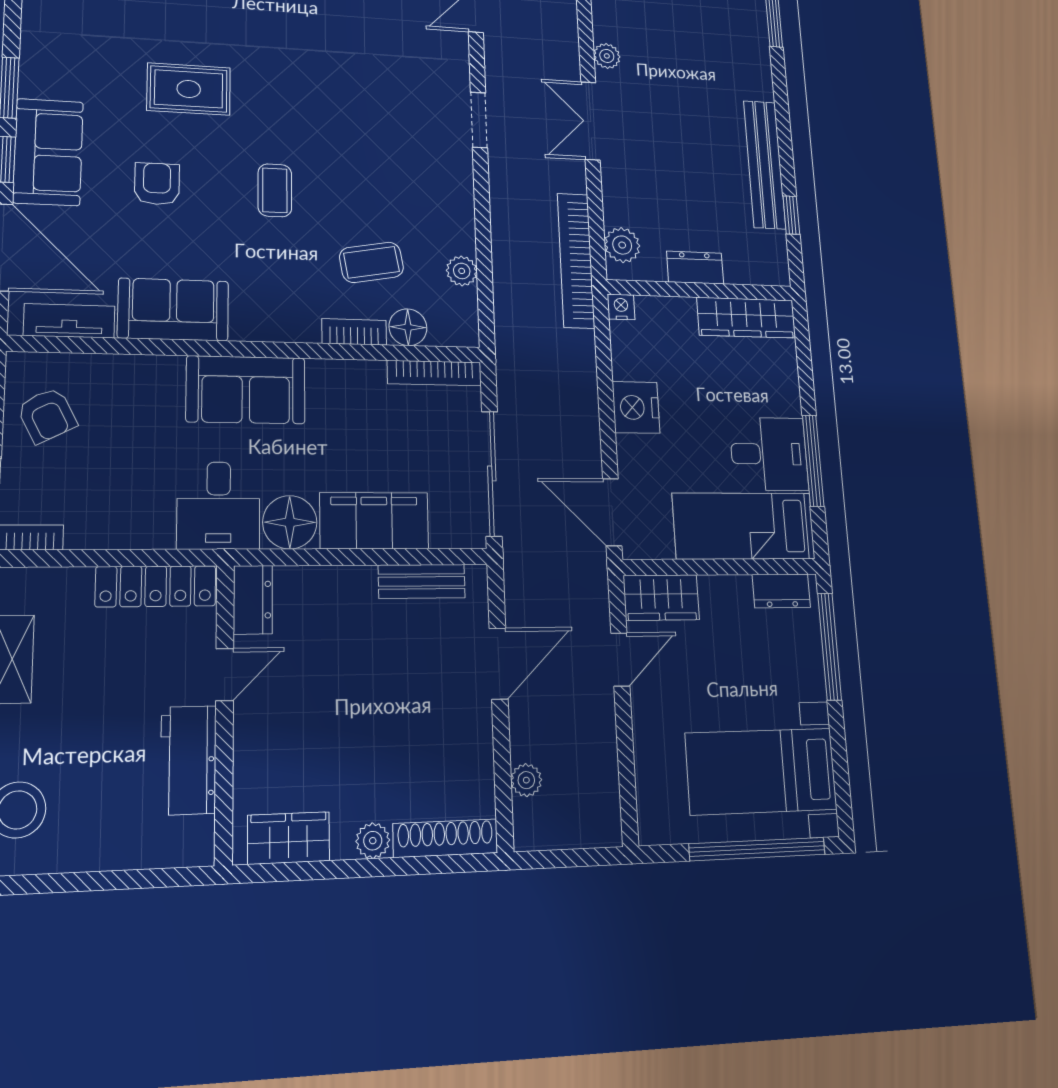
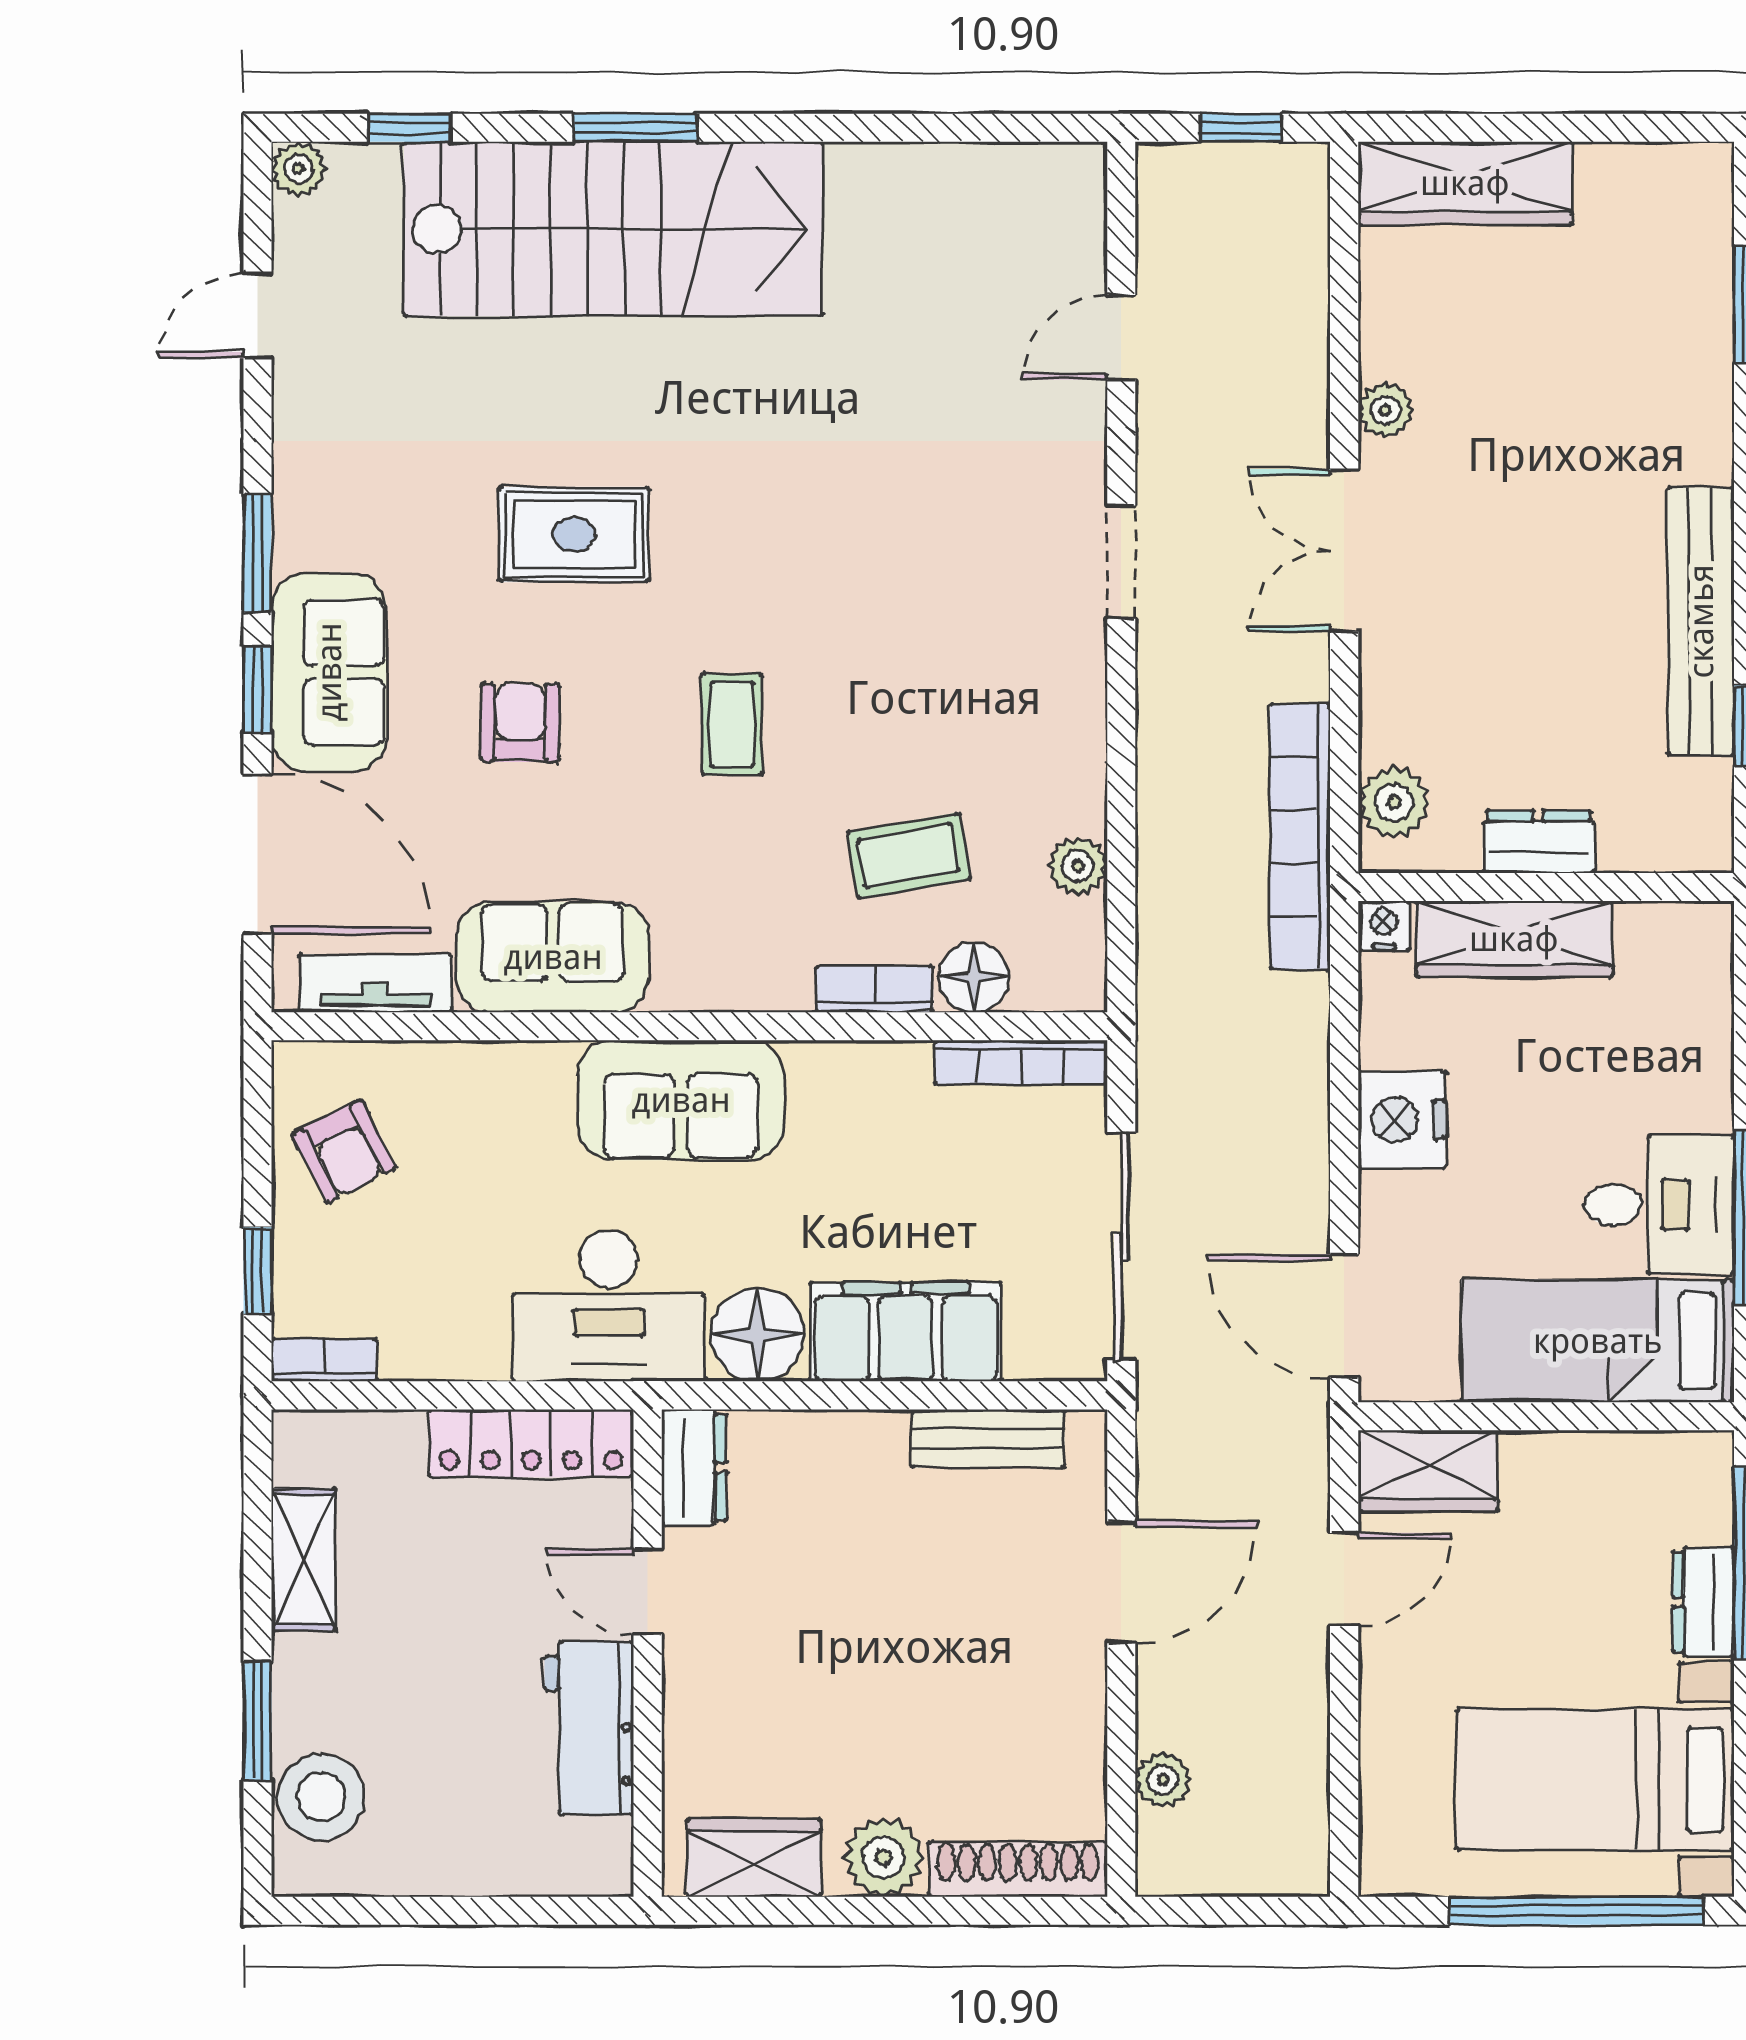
wardrobe: (746, 318) -> (1514, 939), moved
desk: (219, 505) -> (609, 1306), width x1.37
dresser: (781, 591) -> (1703, 1602), moved, turned 90
door: (225, 675) -> (648, 1591), swing flipped
plant: (373, 841) -> (883, 1857), width x1.38, depth x1.38

